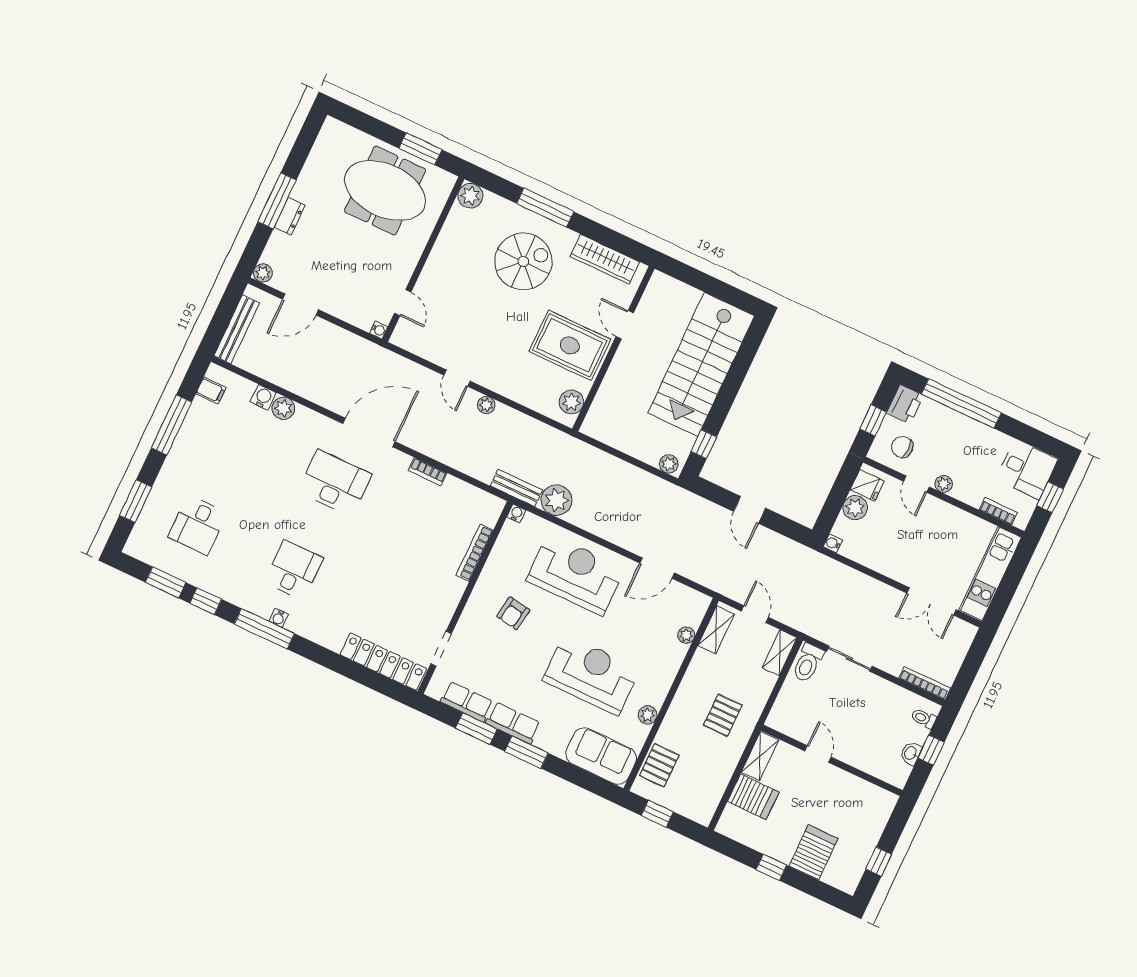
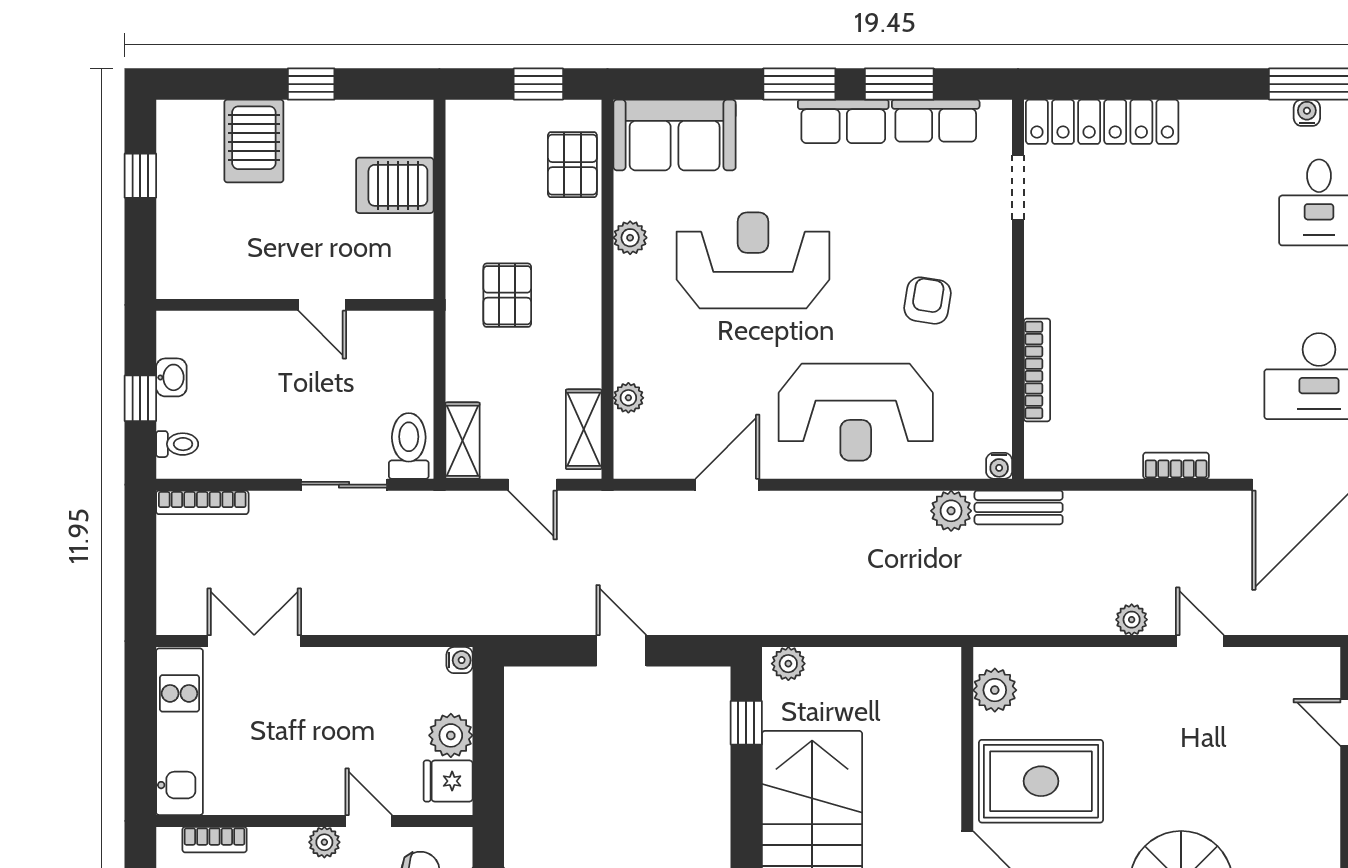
plant: (556, 500) -> (951, 511), width x0.73, depth x0.73
reception desk: (591, 675) -> (753, 260), turned 180
shelving: (760, 756) -> (415, 257), removed

